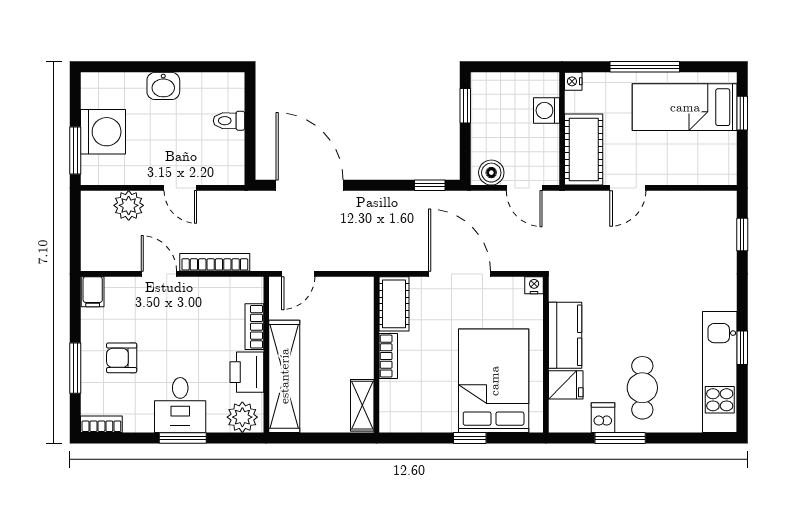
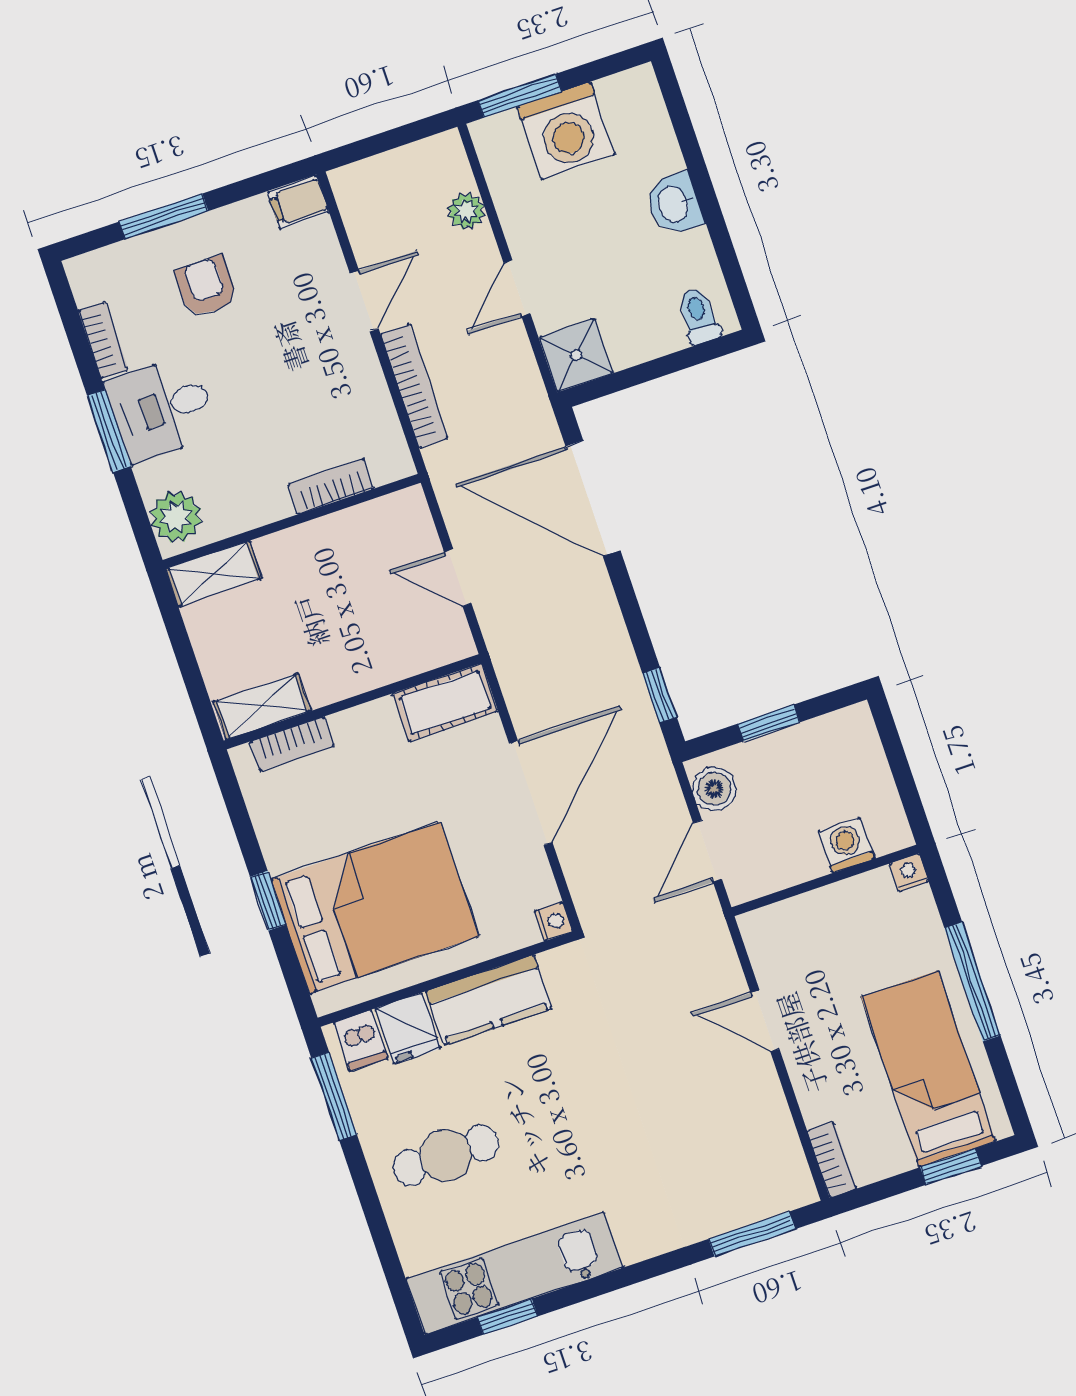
window: (465, 106) -> (769, 723), moved
toilet: (229, 121) -> (699, 316), moved
cot: (584, 149) -> (803, 927), removed
shower: (228, 168) -> (576, 355), added
bookcase: (716, 177) -> (832, 1160), added
door: (310, 185) -> (593, 498), swing flipped
plant: (129, 205) -> (466, 211), width x0.73, depth x0.73
window: (742, 235) -> (752, 1234), width x1.50
door: (298, 274) -> (458, 578), moved
window: (742, 348) -> (508, 1317), moved
bookcase: (388, 356) -> (292, 744), moved
printer: (247, 372) -> (252, 499), removed
shelving: (284, 376) -> (214, 574), width x0.45, depth x0.75
dishwasher: (603, 418) -> (361, 1040), moved, turned 90
bookcase: (101, 424) -> (103, 340), moved
window: (620, 438) -> (334, 1096), moved

